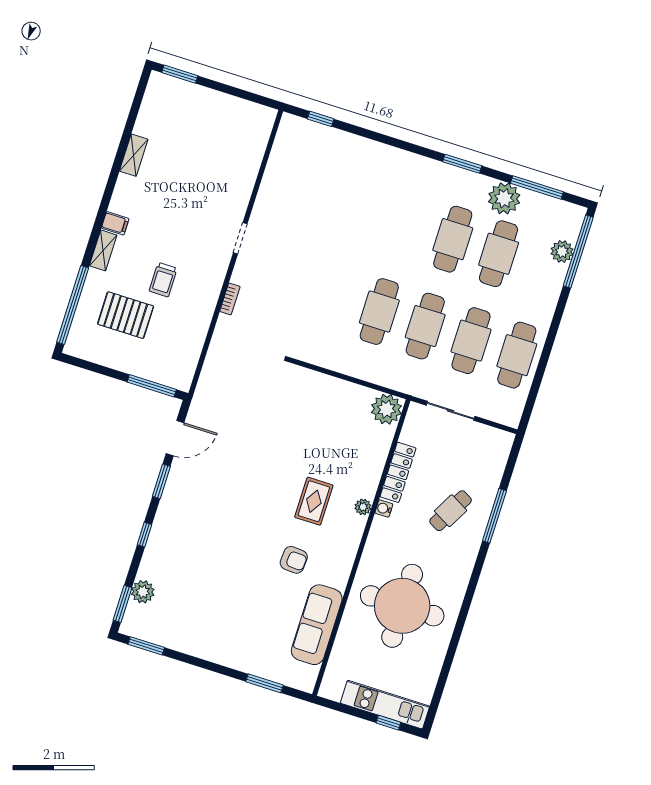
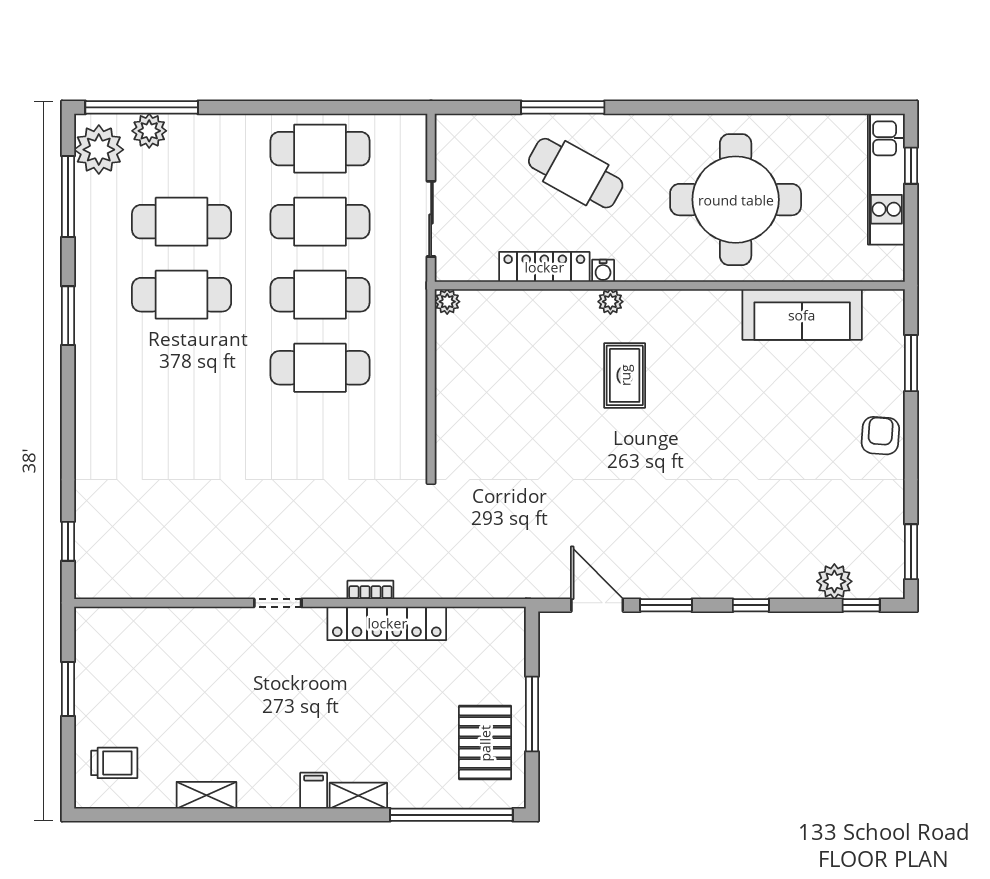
window: (180, 74) -> (68, 689), moved
plant: (504, 198) -> (99, 150), moved
trolley: (163, 280) -> (114, 763), moved
locker: (206, 303) -> (387, 623), added
pallet: (126, 315) -> (485, 743), moved
window: (152, 386) -> (532, 714), moved
plant: (386, 409) -> (447, 302), width x0.53, depth x0.53
rug: (314, 501) -> (625, 375), turned 90
cafe table: (451, 511) -> (576, 173), width x1.37, depth x1.35
armchair: (294, 560) -> (880, 436), moved
window: (123, 604) -> (861, 605), width x0.67

